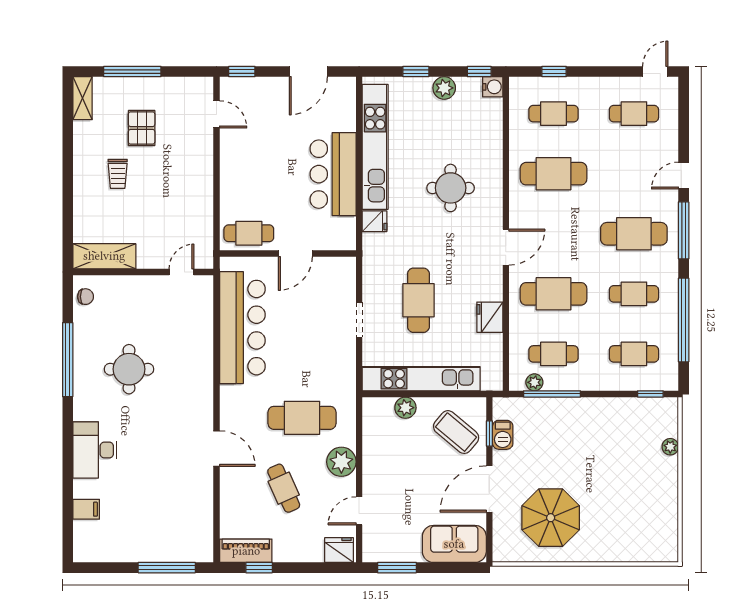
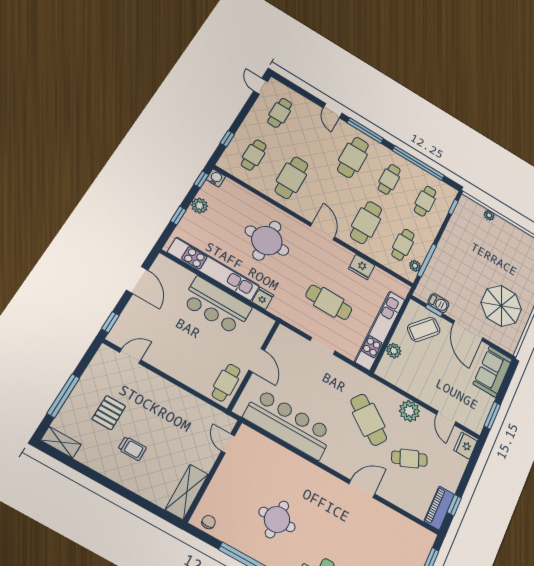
pallet: (142, 128) -> (109, 413), turned 90
round table: (451, 188) -> (267, 241), width x1.36, depth x1.36
cafe table: (302, 418) -> (369, 420), turned -54

